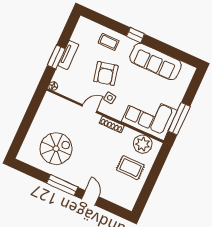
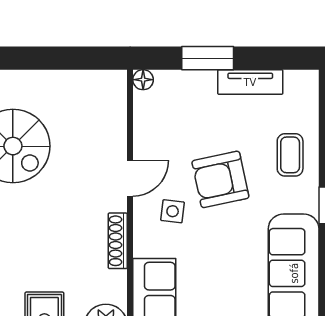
tv unit: (68, 55) -> (250, 82), moved
door: (89, 109) -> (130, 178), hinge flipped

